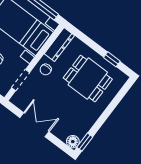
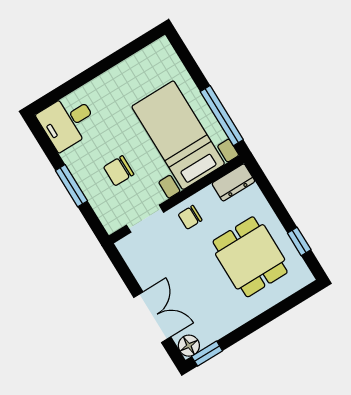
dresser: (59, 45) -> (233, 182), width x0.70
double door: (34, 125) -> (152, 317), moved

